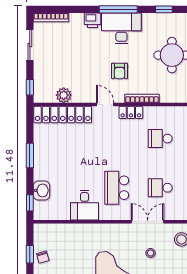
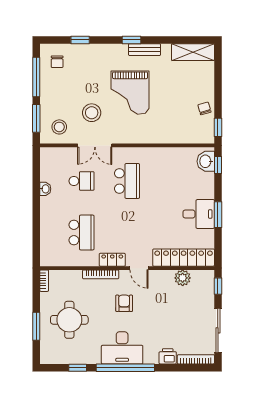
window: (118, 9) -> (125, 368), width x1.46
printer: (92, 20) -> (168, 356), moved
sliding door: (30, 45) -> (218, 330), width x1.37
school desk: (160, 139) -> (82, 232), width x1.85
washbasin: (41, 190) -> (206, 161), moved
desk: (84, 205) -> (199, 214), moved, turned 90
stool: (151, 253) -> (92, 113), width x1.89, depth x1.89
window: (30, 254) -> (218, 127), moved

